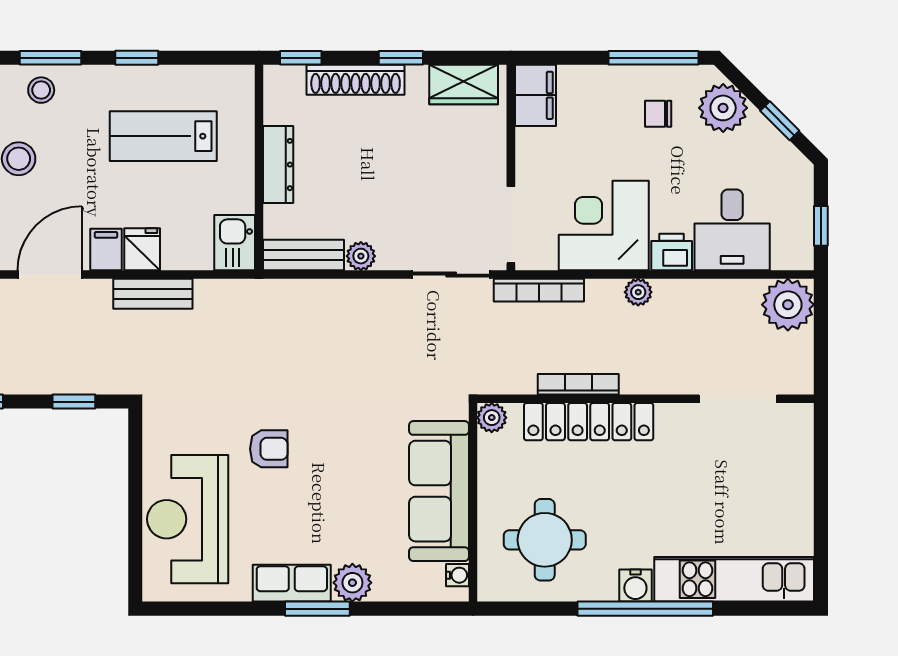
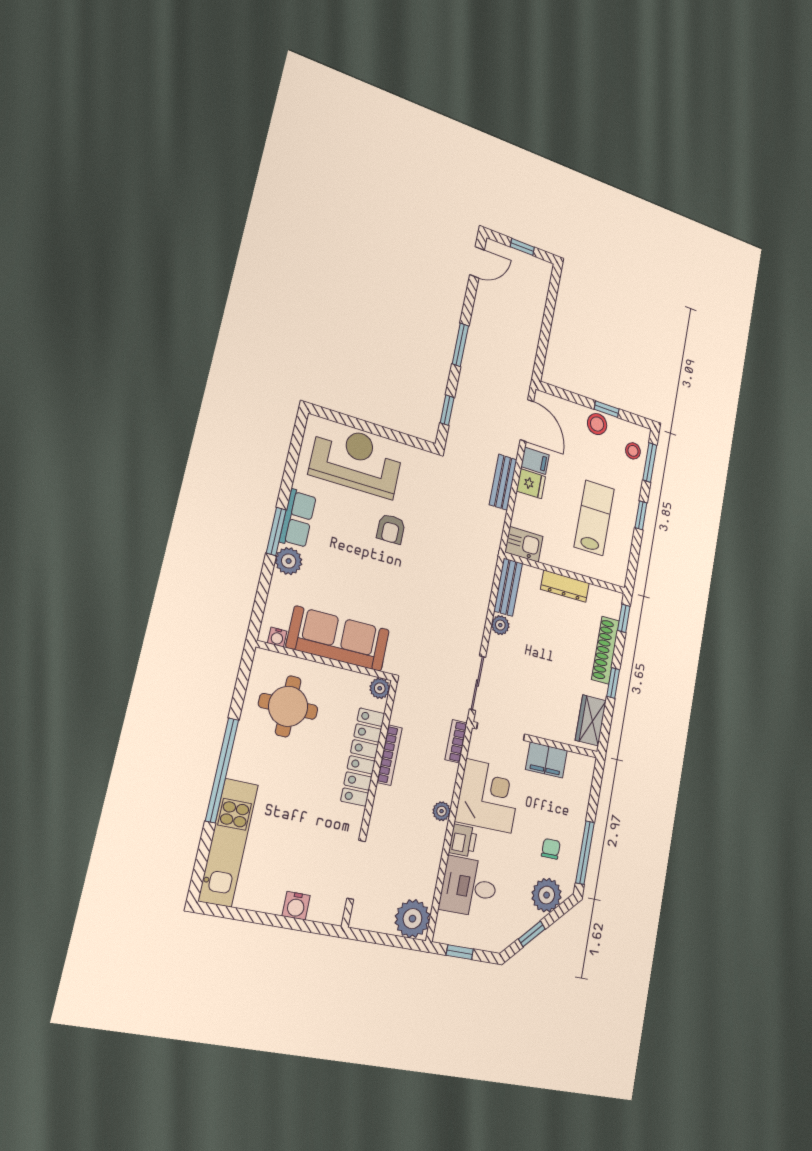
filing cabinet: (535, 95) -> (546, 760), moved
bookcase: (539, 290) -> (456, 741), width x0.64
water cooler: (635, 586) -> (296, 906), moved, turned -90

